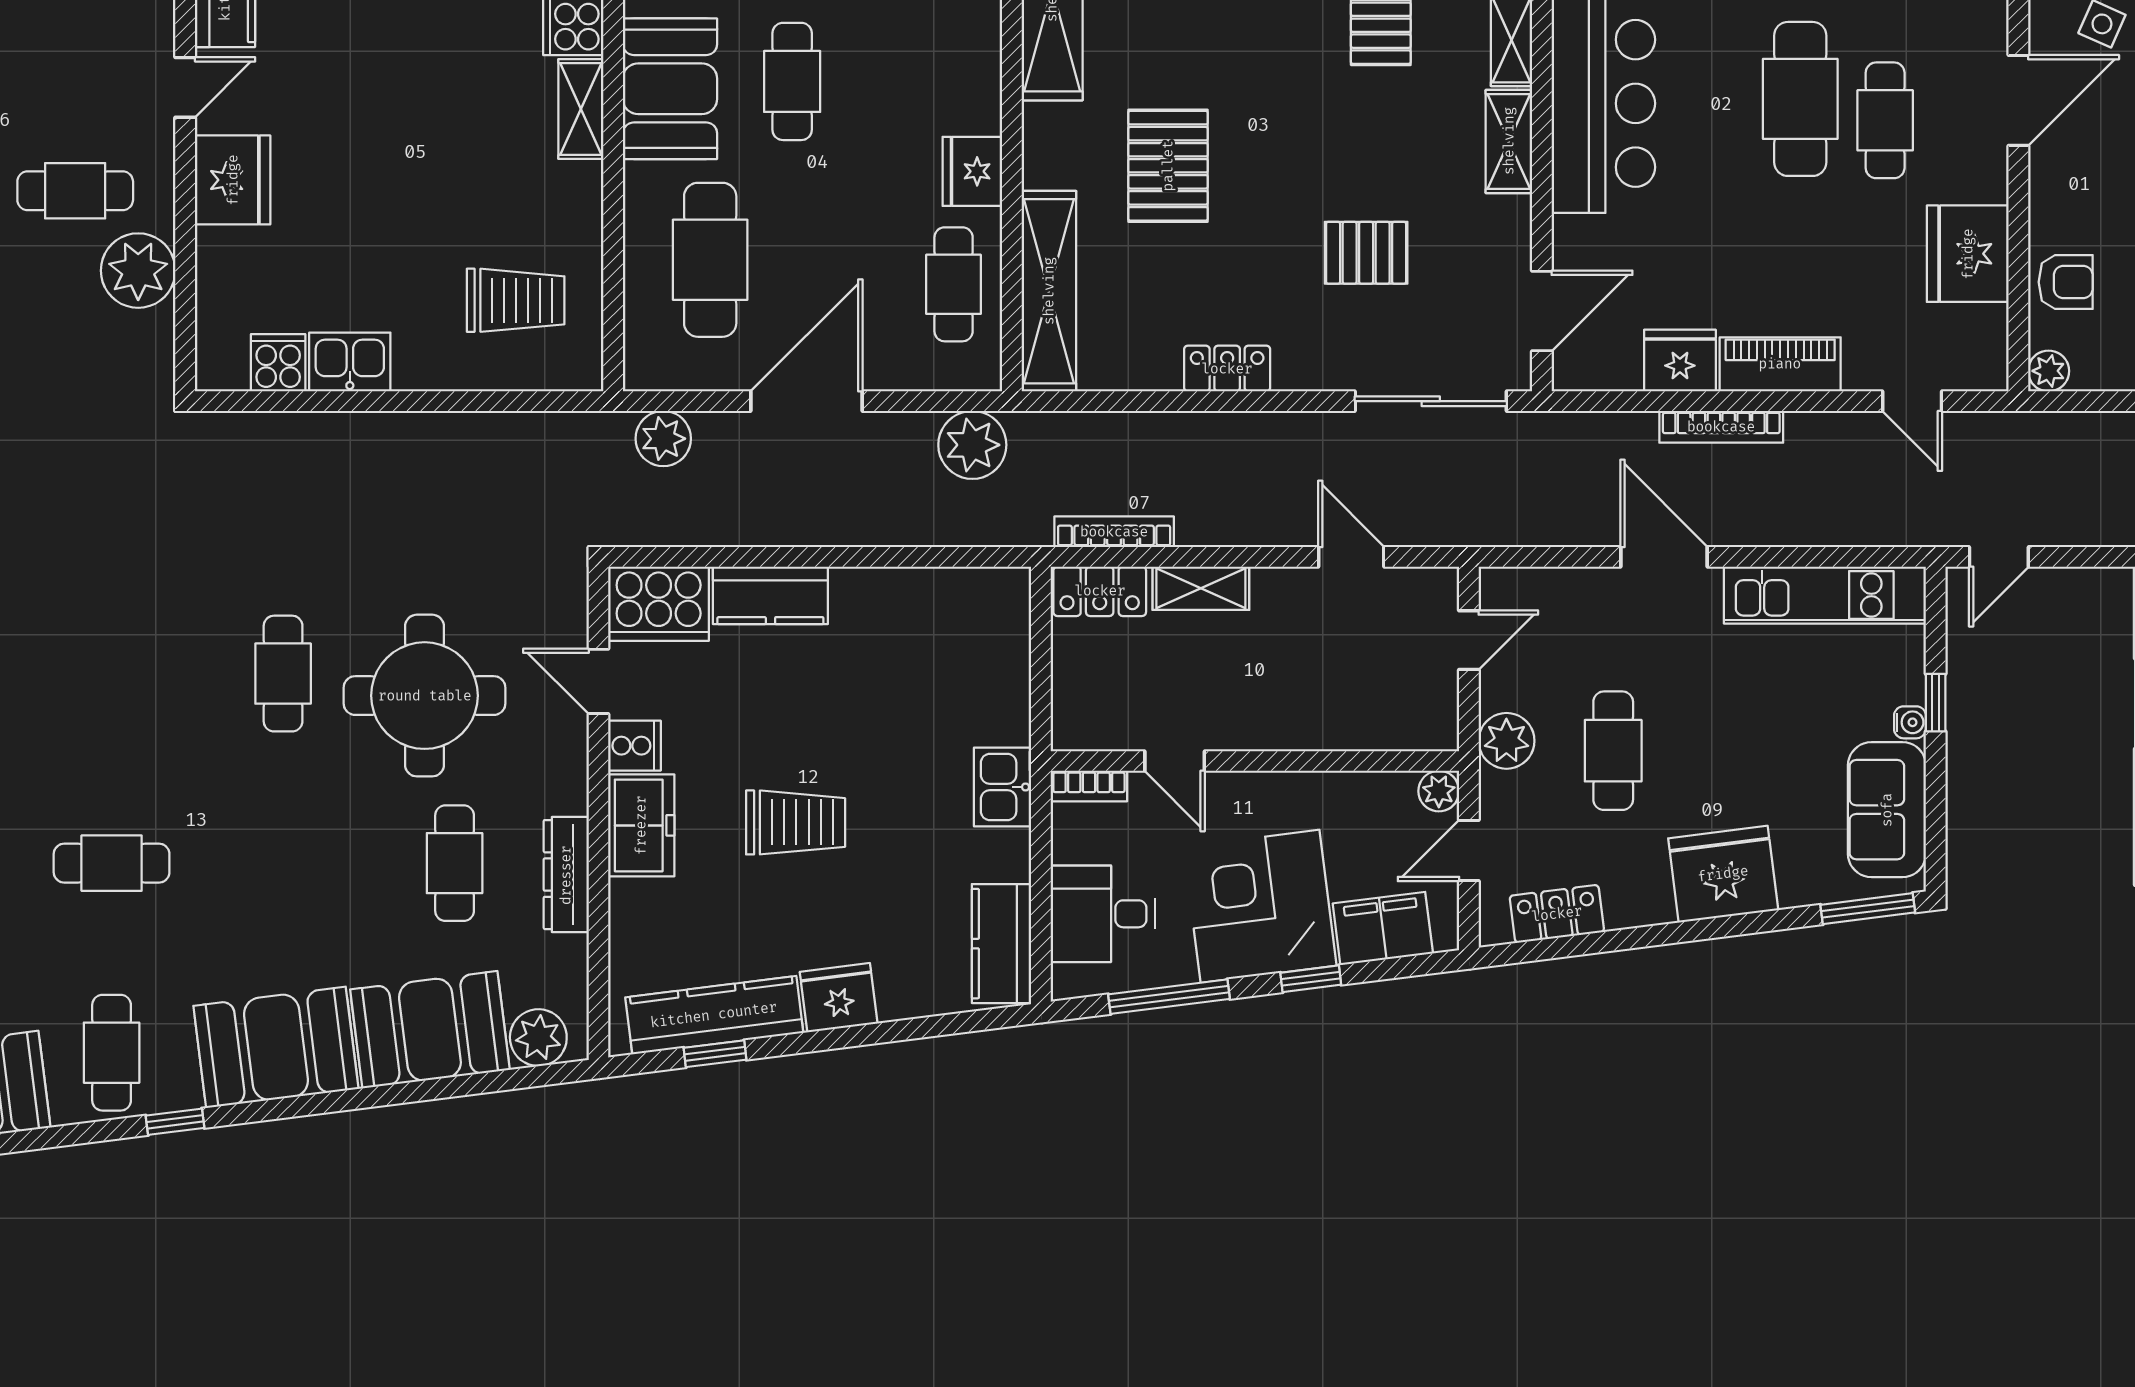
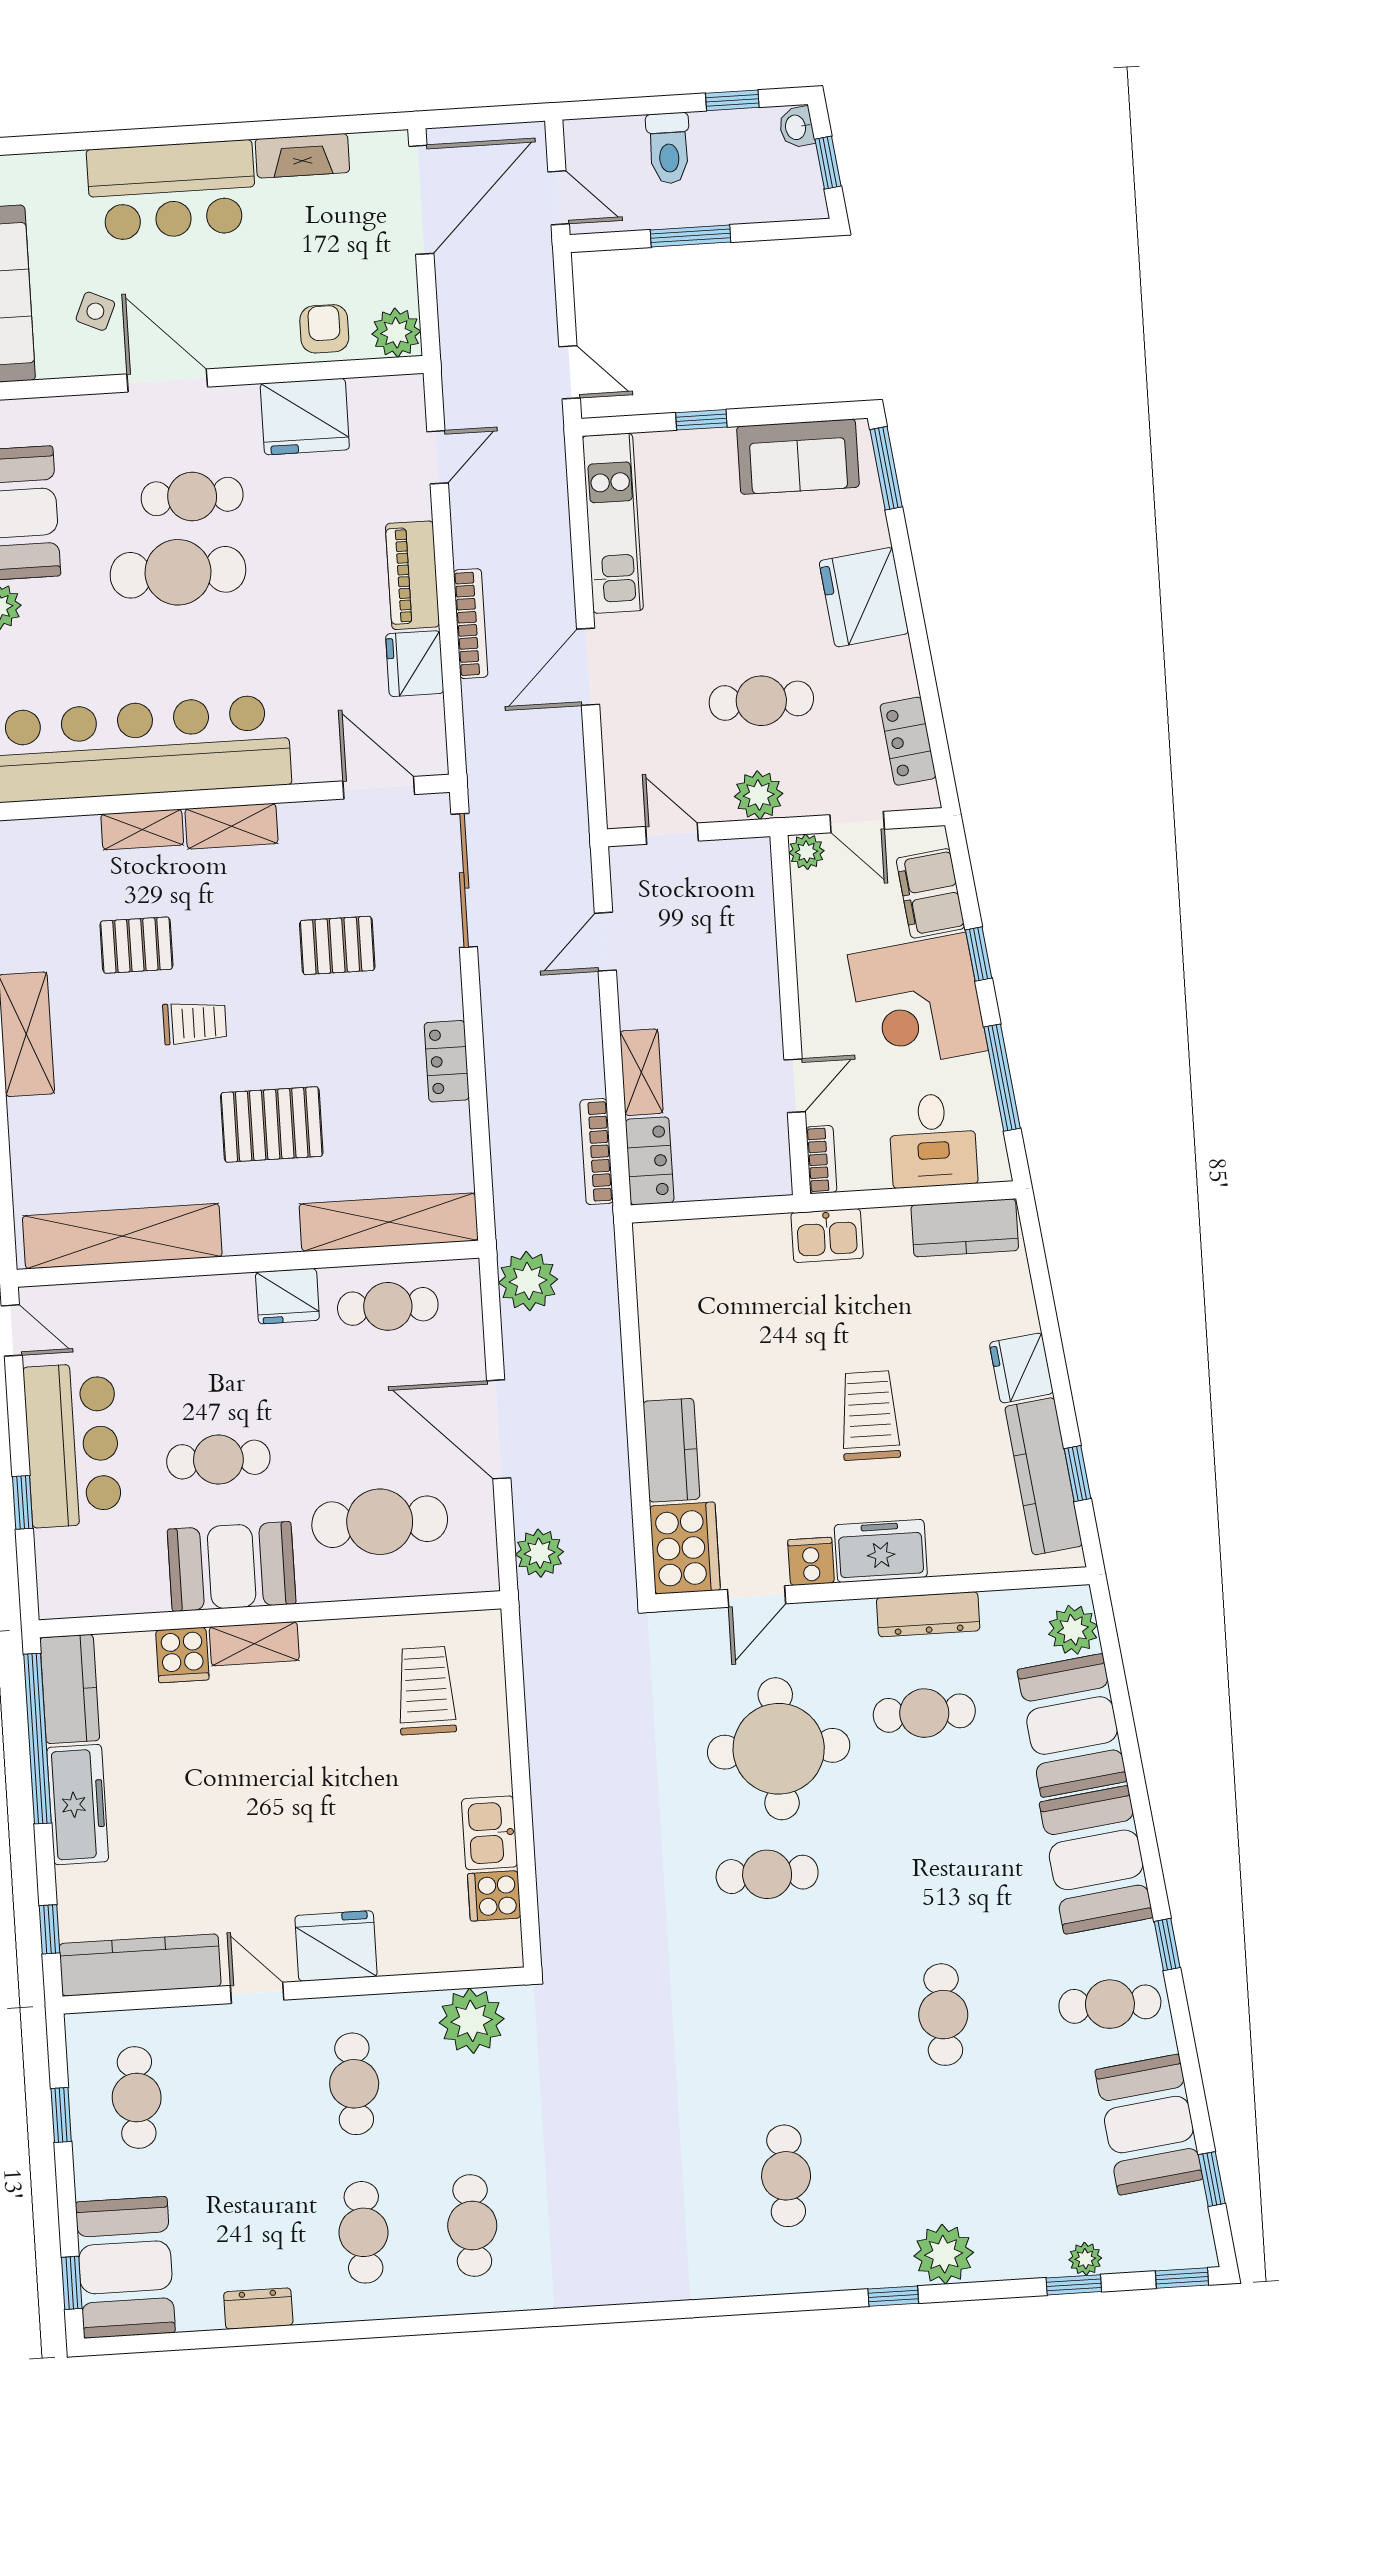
trolley: (1289, 86) -> (195, 1023), added
pallet: (1366, 253) -> (337, 945), turned 90
plant: (138, 271) -> (472, 2021), moved
plant: (2049, 371) -> (396, 333), width x1.38, depth x1.38
water cooler: (1910, 722) -> (720, 441), removed

